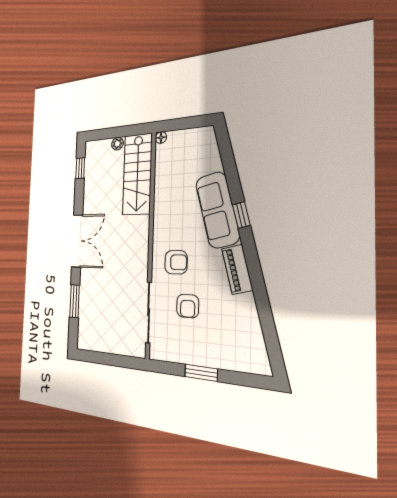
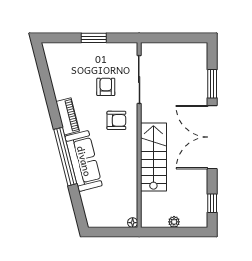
stairs: (137, 174) -> (153, 157), moved
window: (241, 215) -> (65, 157), width x3.17
double door: (77, 241) -> (212, 137), width x1.36
armchair: (176, 262) -> (116, 120), turned 180

